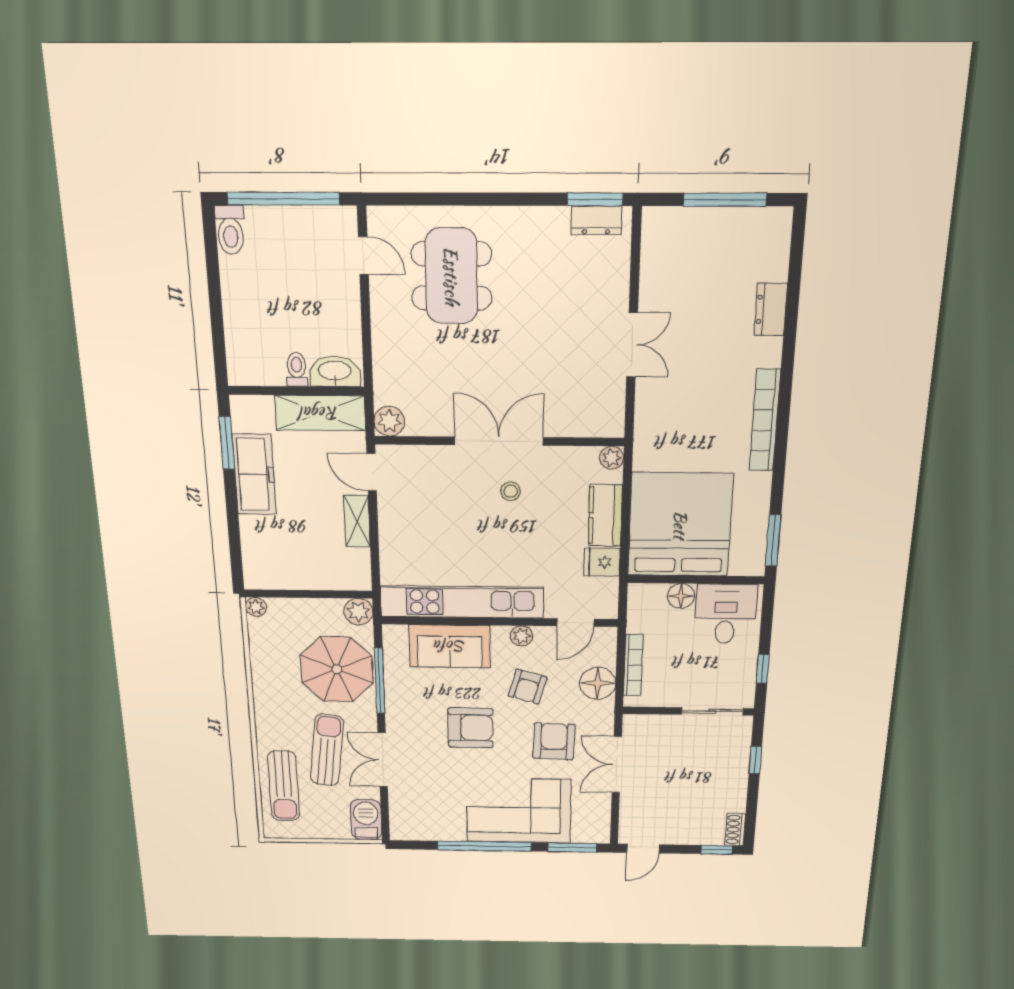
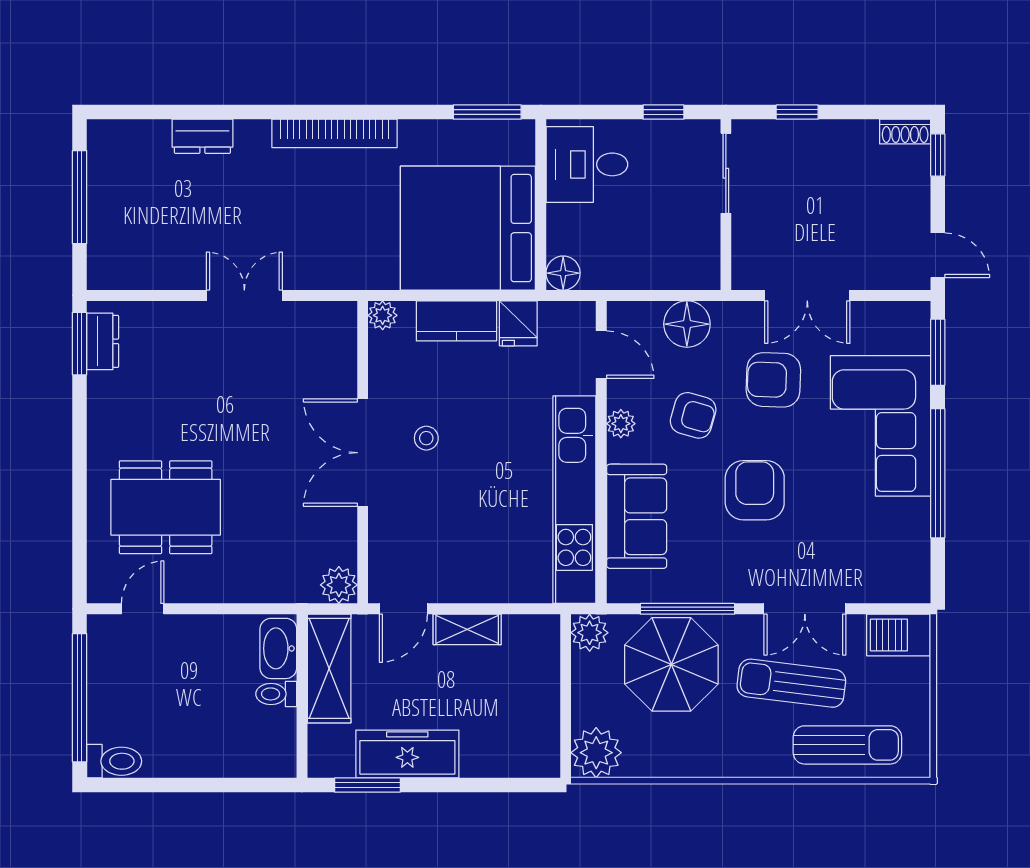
floor lamp: (681, 596) -> (563, 273), moved
plant: (256, 607) -> (596, 753), width x1.88, depth x1.88
bookcase: (633, 665) -> (660, 279), removed

